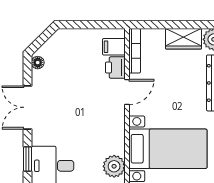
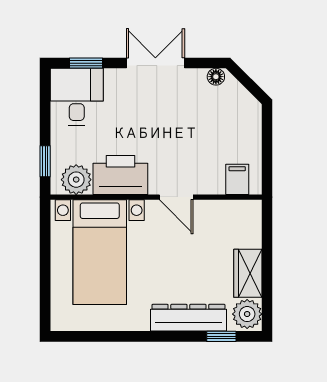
bookcase: (135, 51) -> (232, 207), removed
printer: (115, 68) -> (120, 175), moved, width x1.87, depth x1.48

